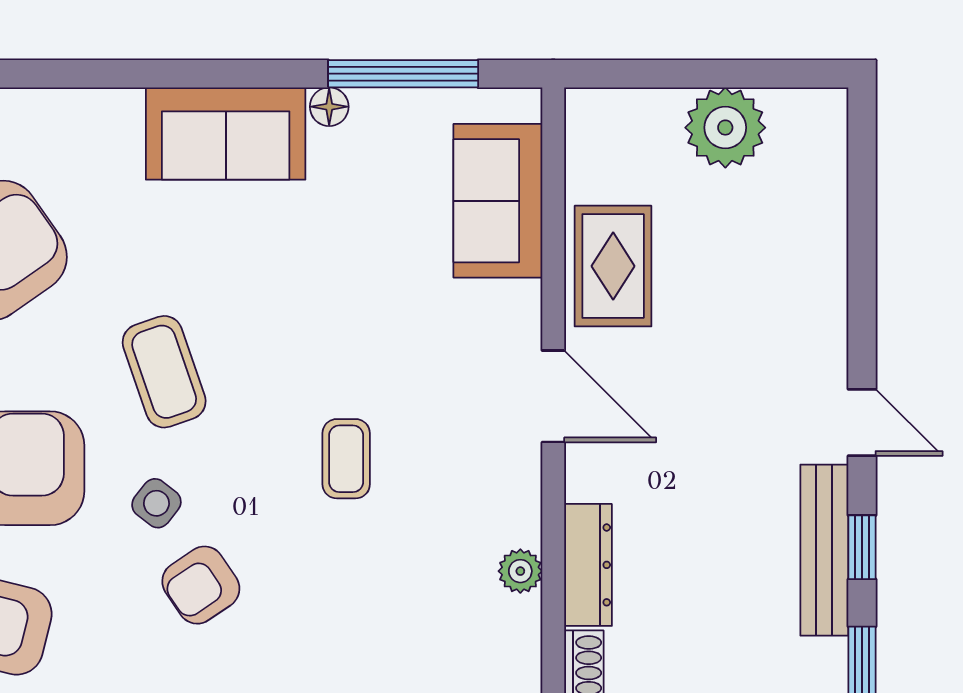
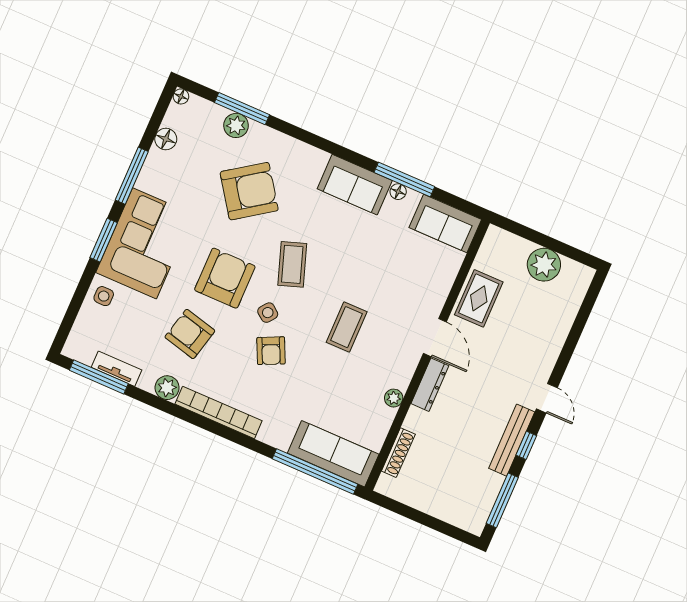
window: (403, 74) -> (404, 179), moved
sofa: (498, 201) -> (445, 223), moved, turned -90
coffee table: (346, 459) -> (347, 327), width x1.36, depth x1.30
dresser: (588, 565) -> (430, 385), moved
armchair: (201, 585) -> (271, 351), turned -81

